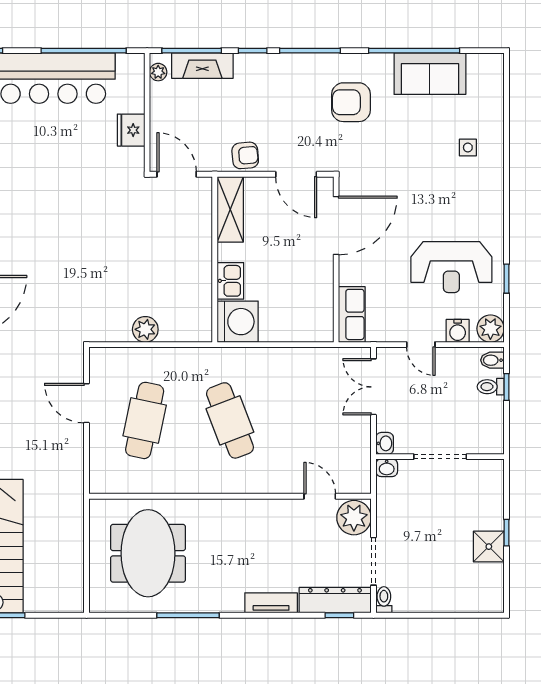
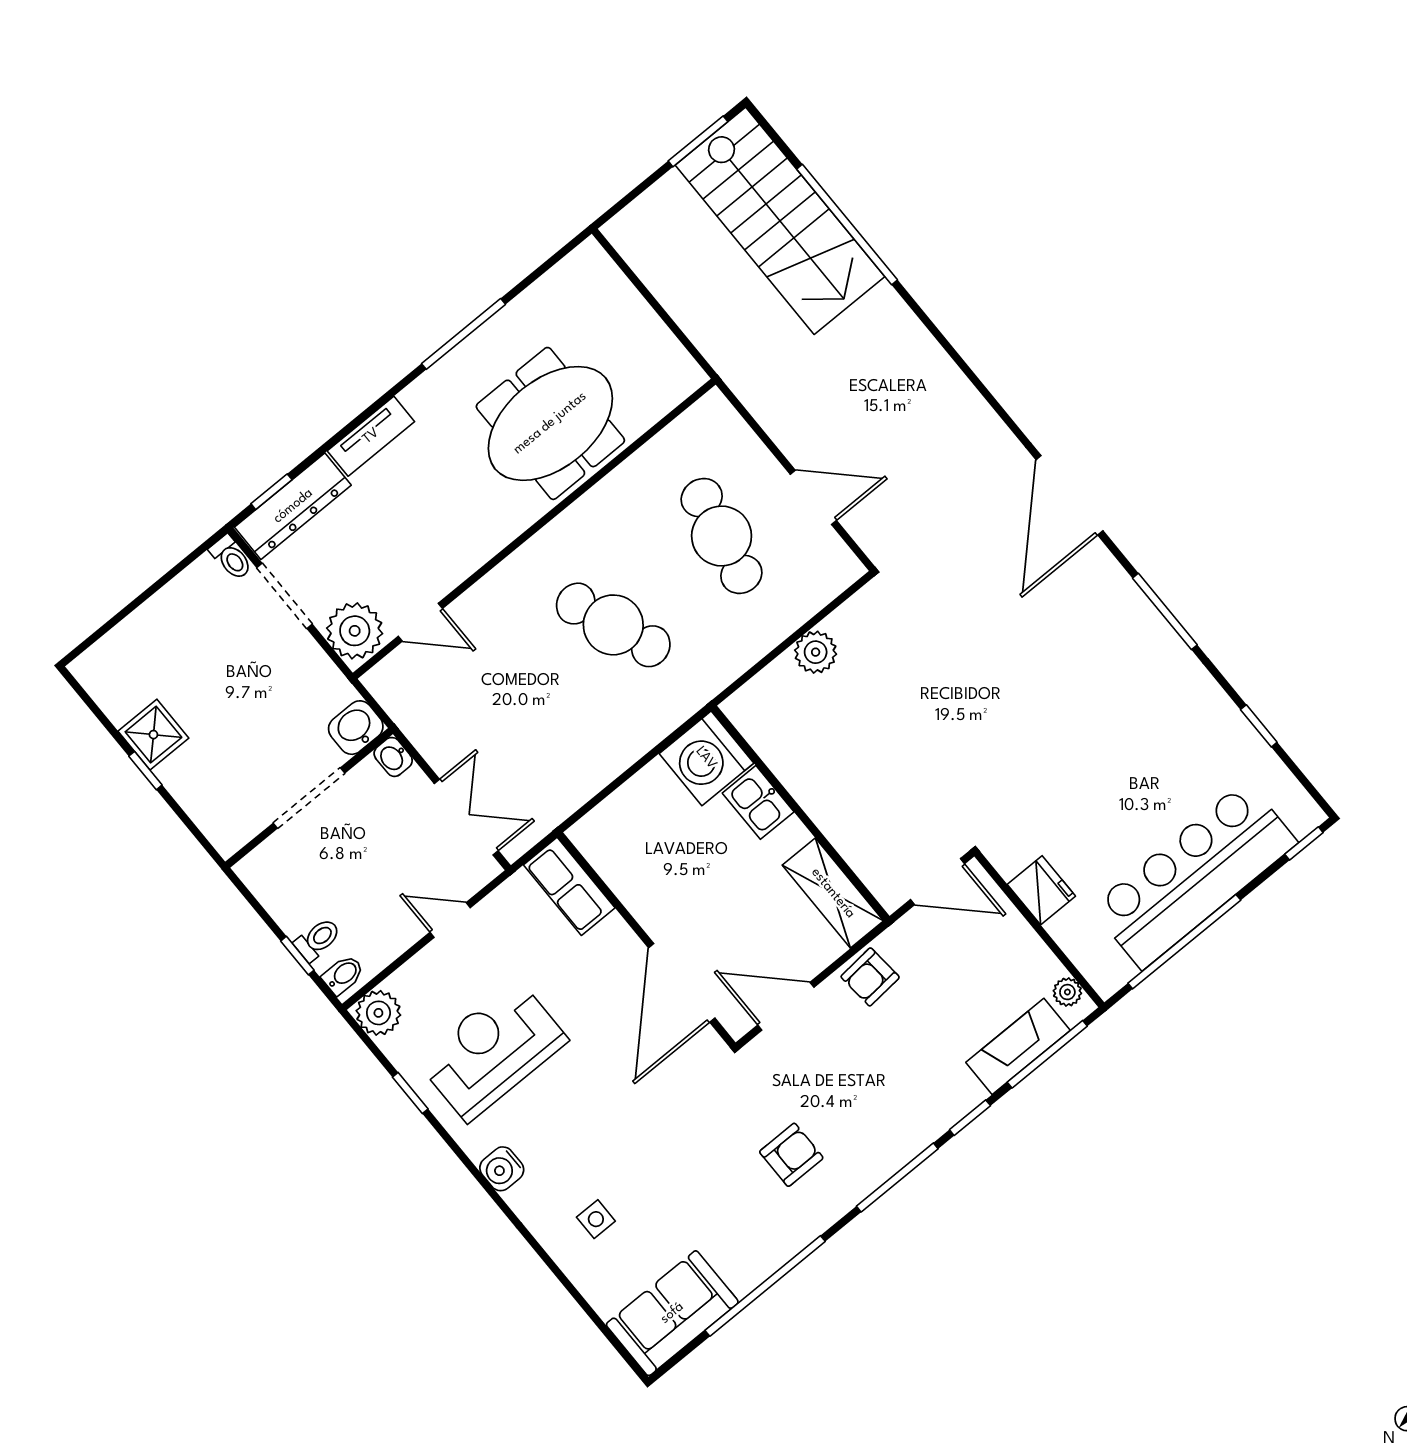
sofa: (430, 74) -> (672, 1313), moved
armchair: (351, 102) -> (791, 1155), width x0.72, depth x0.72
water cooler: (458, 331) -> (502, 1169), moved, turned -90
washbasin: (387, 468) -> (356, 728), width x1.38, depth x1.45
meeting table: (148, 553) -> (550, 423), moved, turned 90

